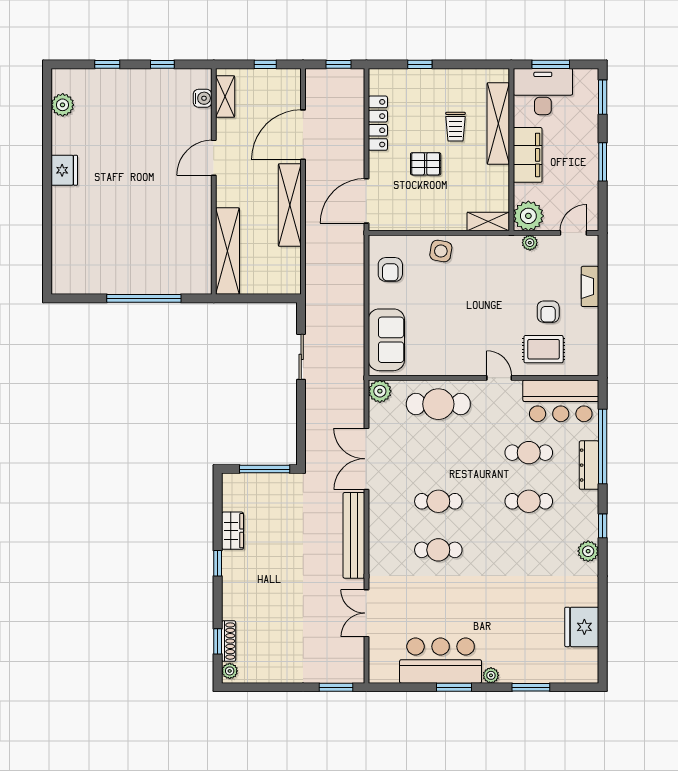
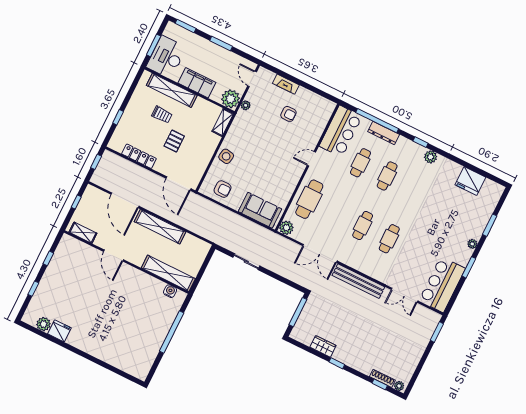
water cooler: (203, 98) -> (170, 291), moved
fridge: (64, 170) -> (59, 331), moved
rug: (544, 349) -> (308, 127), removed
bar counter: (441, 661) -> (442, 285), moved

